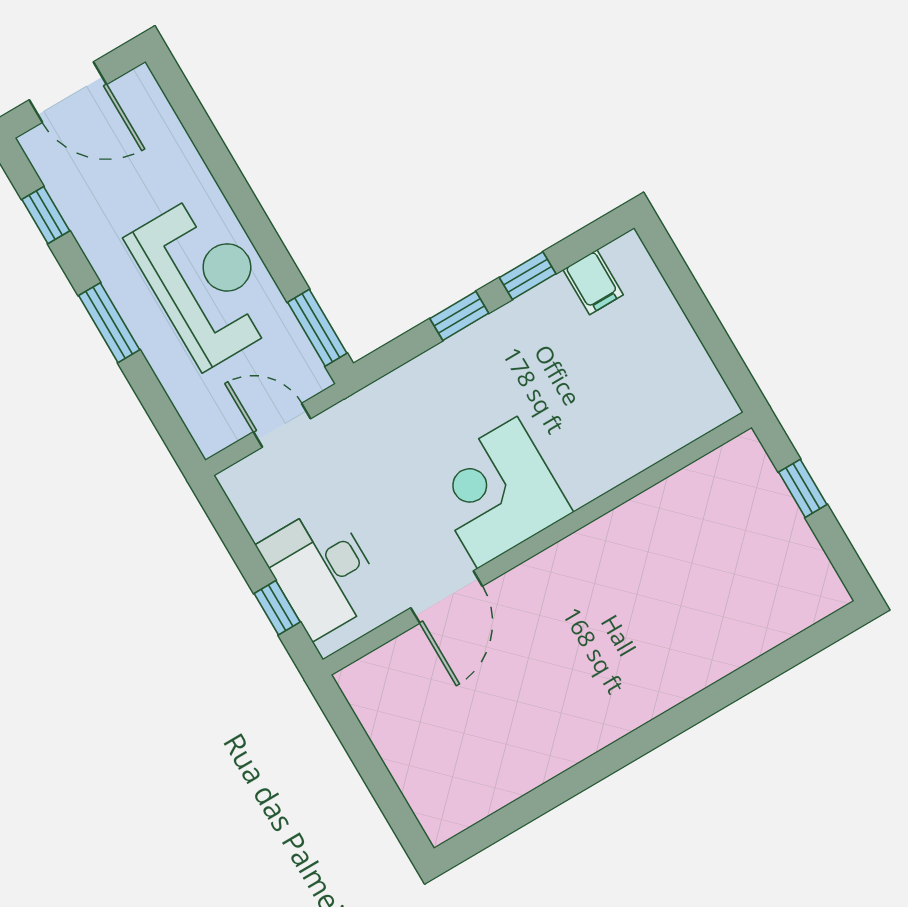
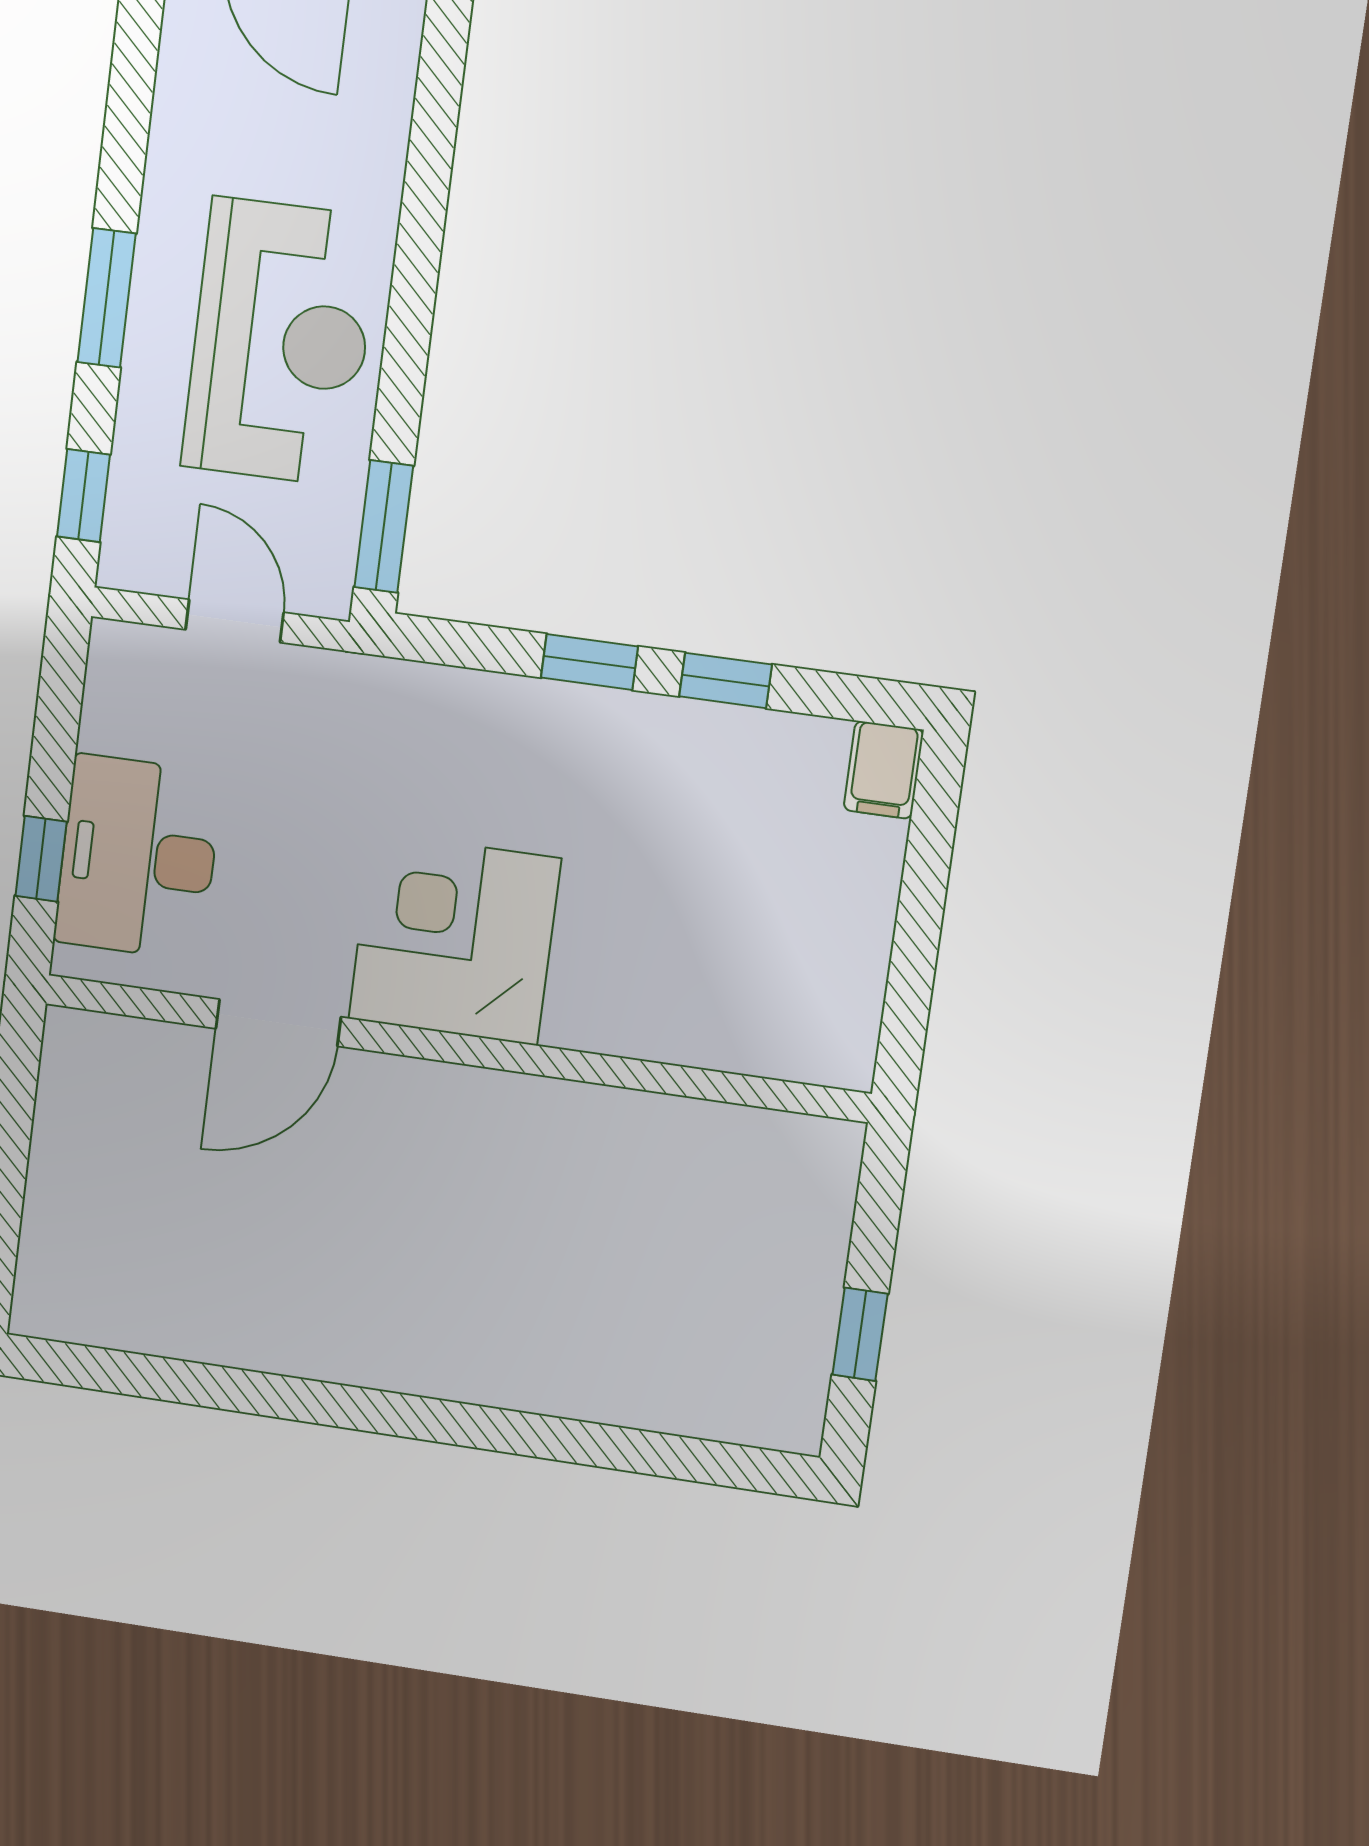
window: (46, 215) -> (84, 496), moved
filing cabinet: (593, 282) -> (884, 770), moved
window: (803, 488) -> (860, 1334), moved

